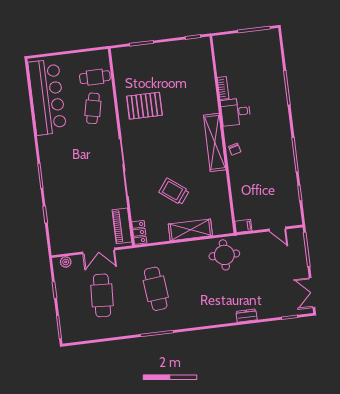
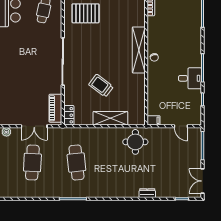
desk: (236, 112) -> (190, 78), moved, turned 180

